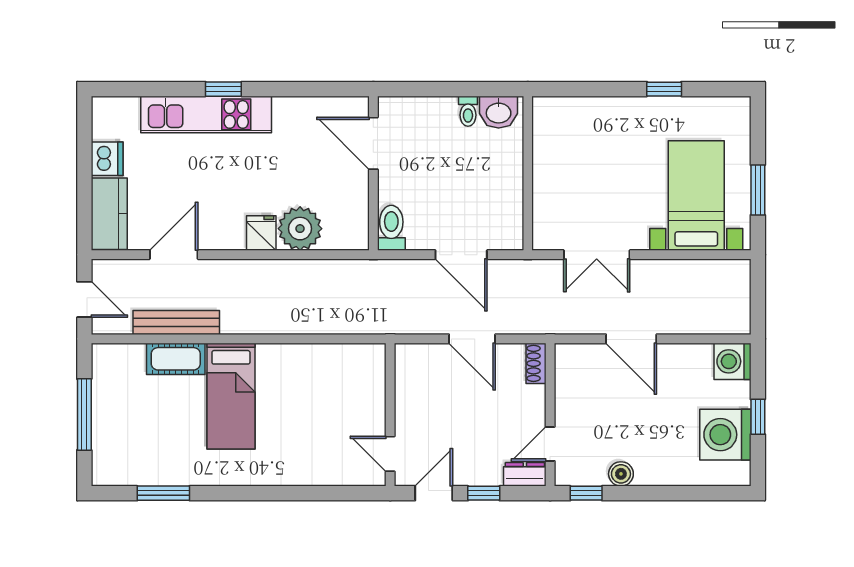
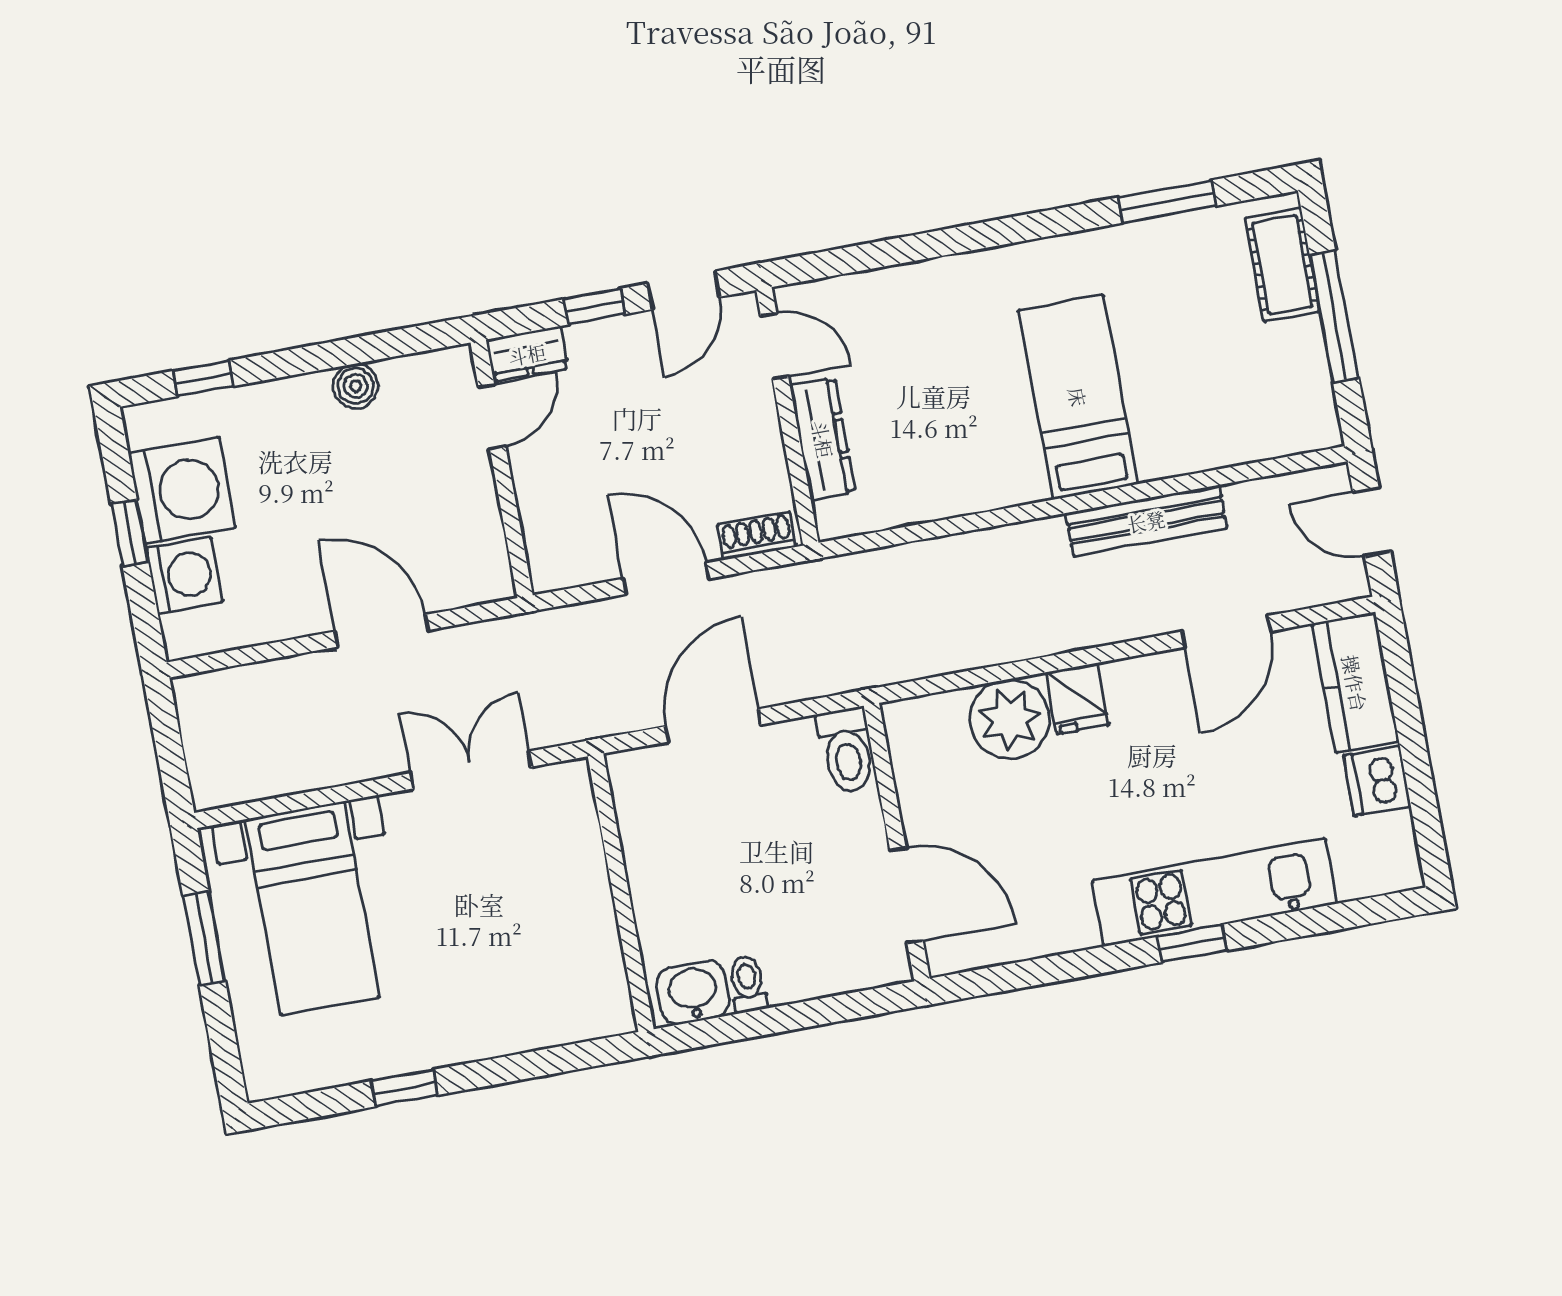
door: (461, 255) -> (713, 725), hinge flipped
bench: (176, 323) -> (1146, 521), moved
cot: (176, 359) -> (1282, 265), moved, turned 90
washing machine: (732, 361) -> (184, 575), moved
shoe rack: (536, 363) -> (757, 536), moved, turned -90
dresser: (373, 399) -> (823, 439), added
window: (586, 493) -> (203, 378), moved

